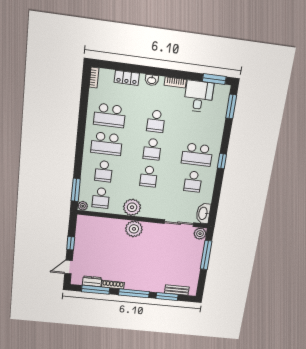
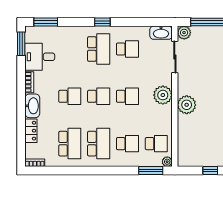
washbasin: (152, 80) -> (32, 106), width x1.91, depth x1.45
plant: (132, 207) -> (163, 95), moved

